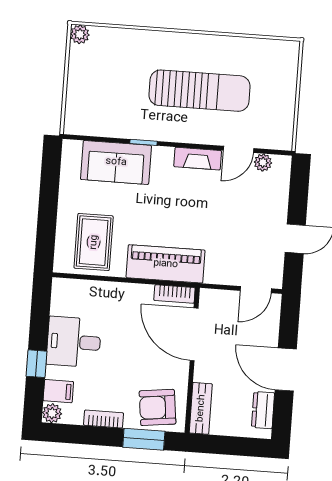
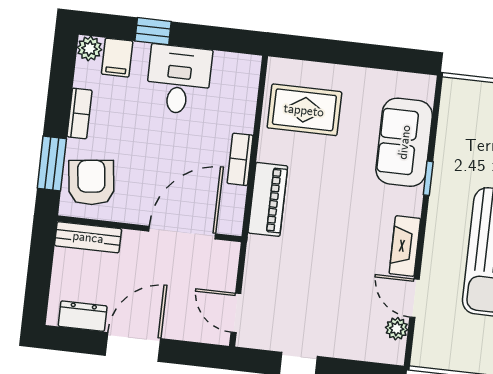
piano: (166, 264) -> (268, 199), width x0.73, depth x0.75
bookcase: (175, 294) -> (240, 159), moved

